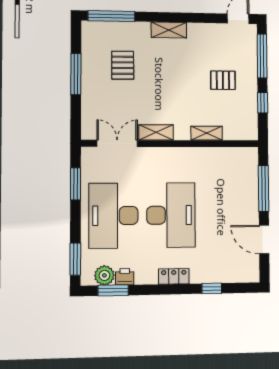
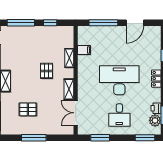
pallet: (223, 80) -> (47, 71), moved
filing cabinet: (220, 157) -> (84, 50), added
desk: (113, 216) -> (119, 115), width x0.53, depth x0.77

